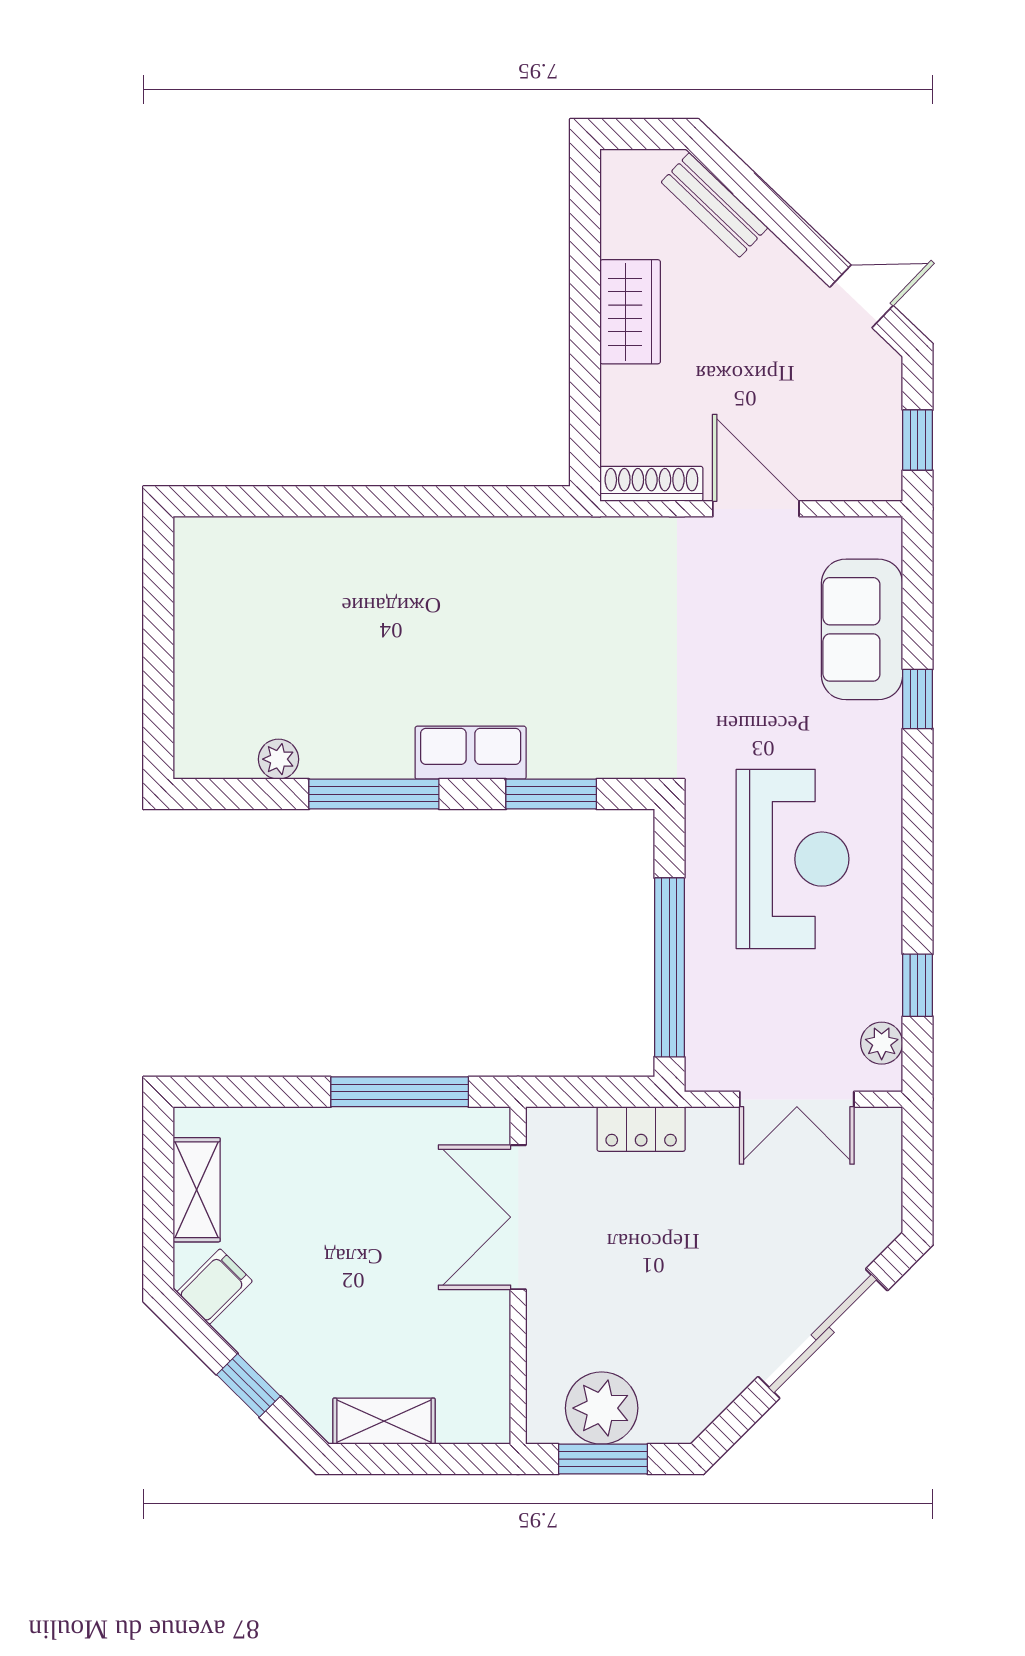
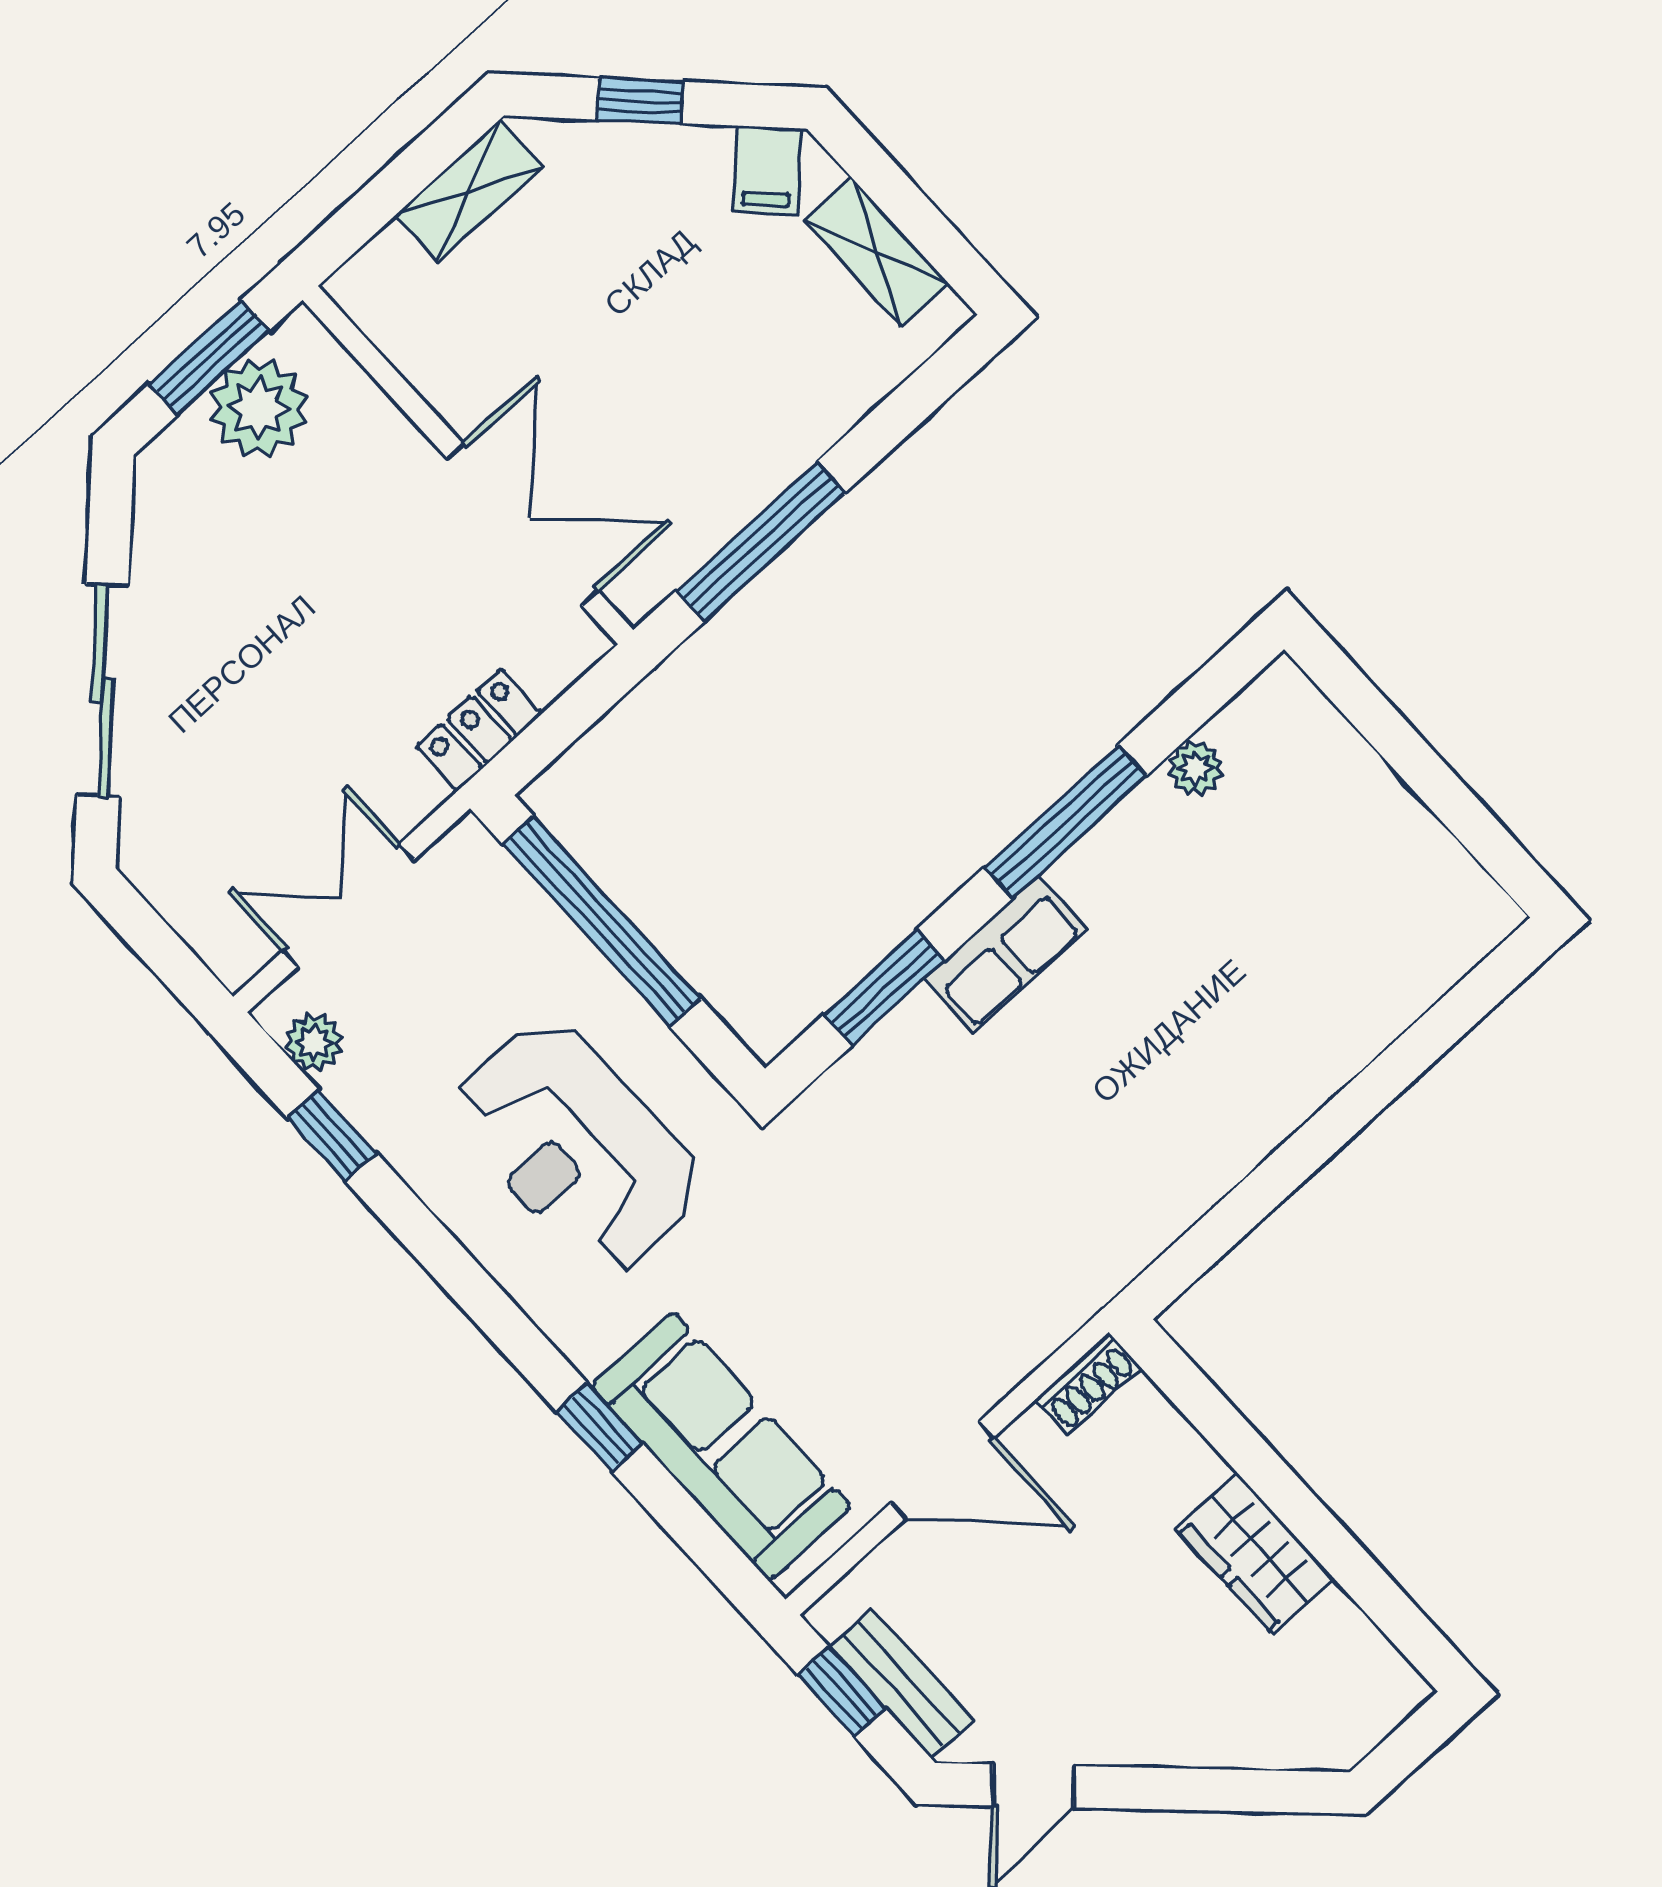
bench: (715, 205) -> (901, 1683), moved, turned 46
shoe rack: (651, 484) -> (1088, 1383), width x0.70
sofa: (862, 629) -> (721, 1446), width x1.36

